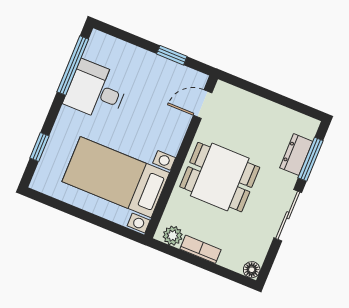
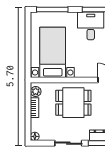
window: (40, 147) -> (52, 9), width x2.17
dining table: (220, 177) -> (73, 103), turned 90

